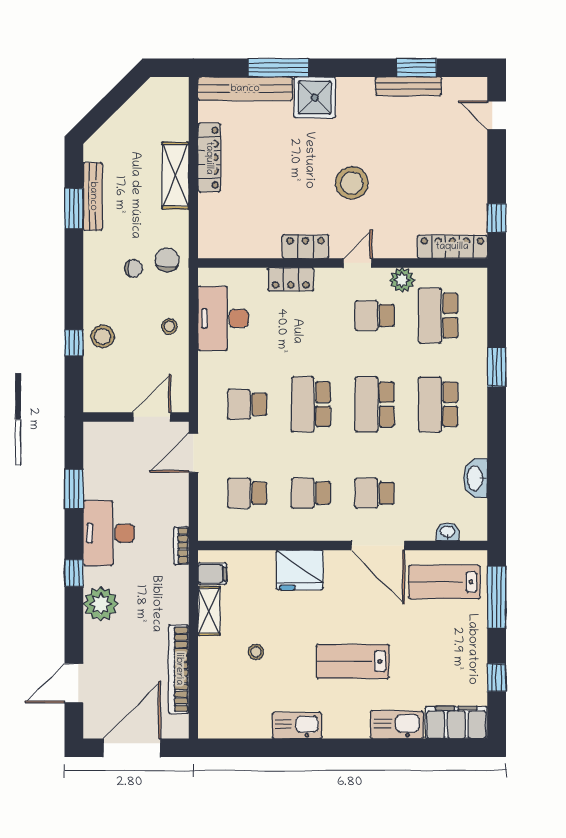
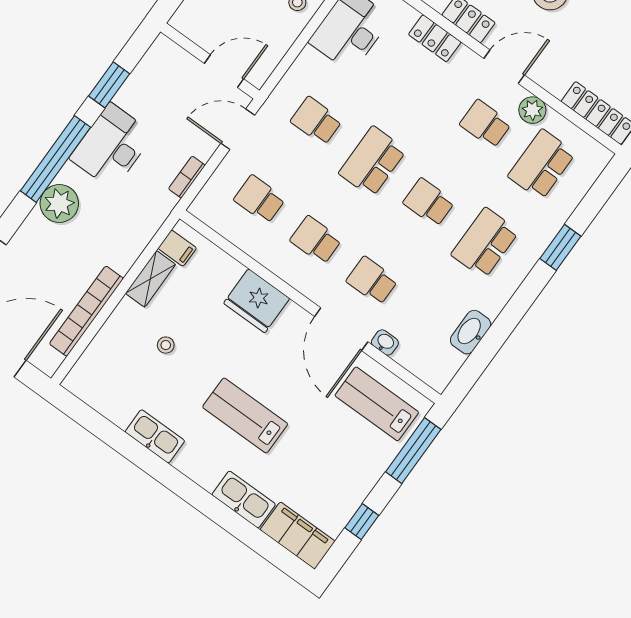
door: (358, 263) -> (504, 67), width x1.37
school desk: (375, 404) -> (429, 202), width x0.54
washbasin: (447, 532) -> (385, 342), moved
bookcase: (181, 546) -> (187, 177), moved
window: (74, 573) -> (55, 159), width x3.17

